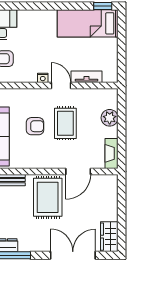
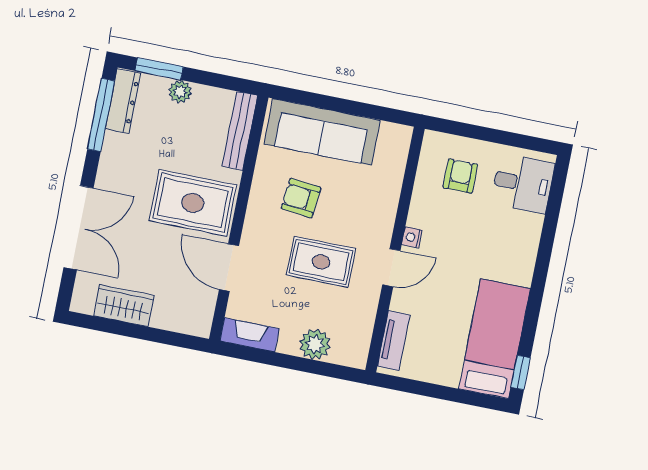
tv unit: (86, 77) -> (393, 340), moved
armchair: (35, 126) -> (301, 198), moved, turned 96
wardrobe: (109, 237) -> (124, 306), moved

